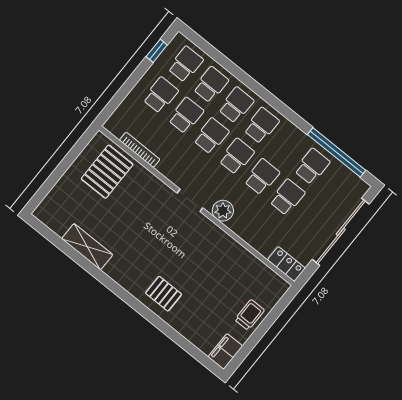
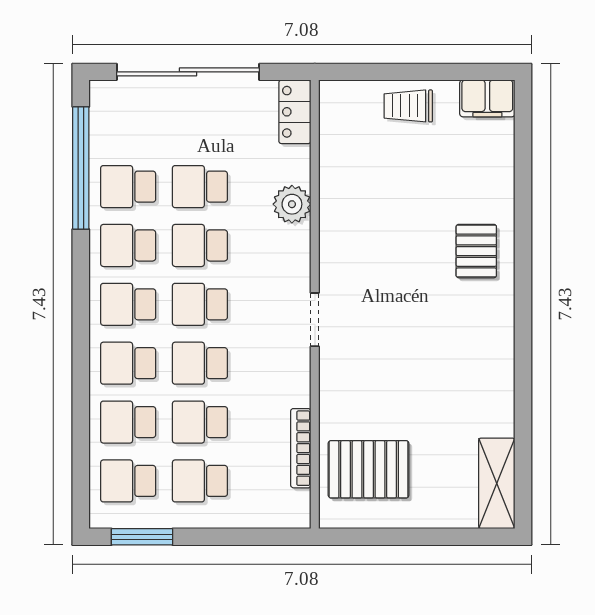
window: (157, 51) -> (142, 537), width x1.50
school desk: (287, 146) -> (128, 245), added
plant: (223, 211) -> (292, 204), moved
shelving: (87, 247) -> (497, 483), moved

